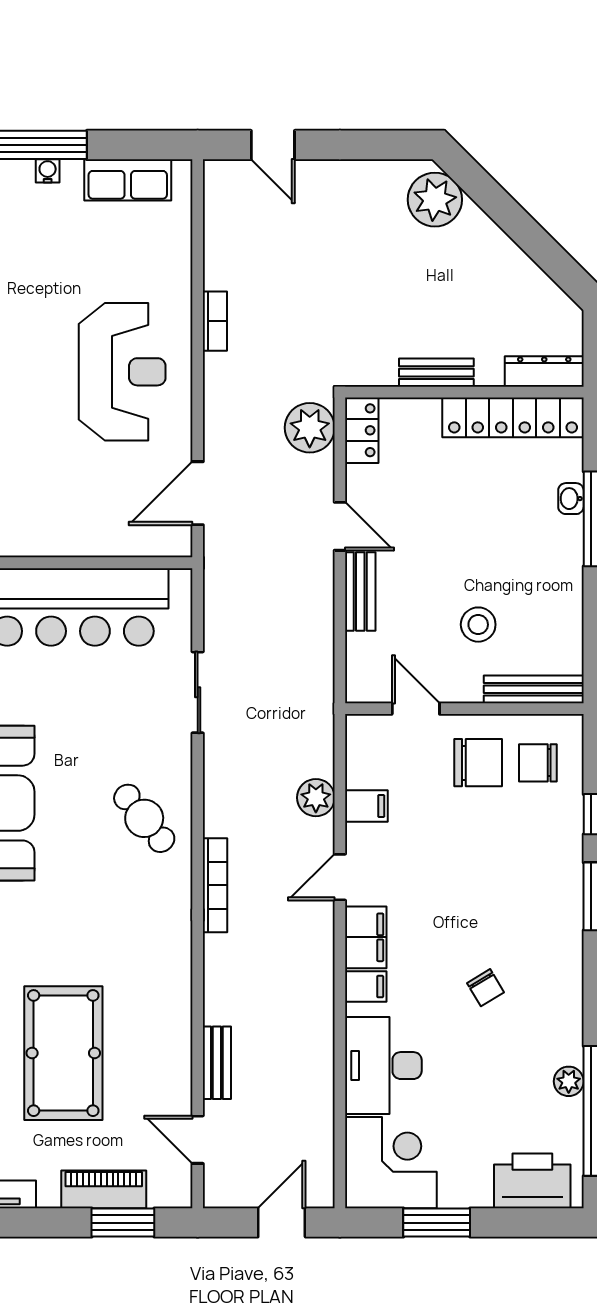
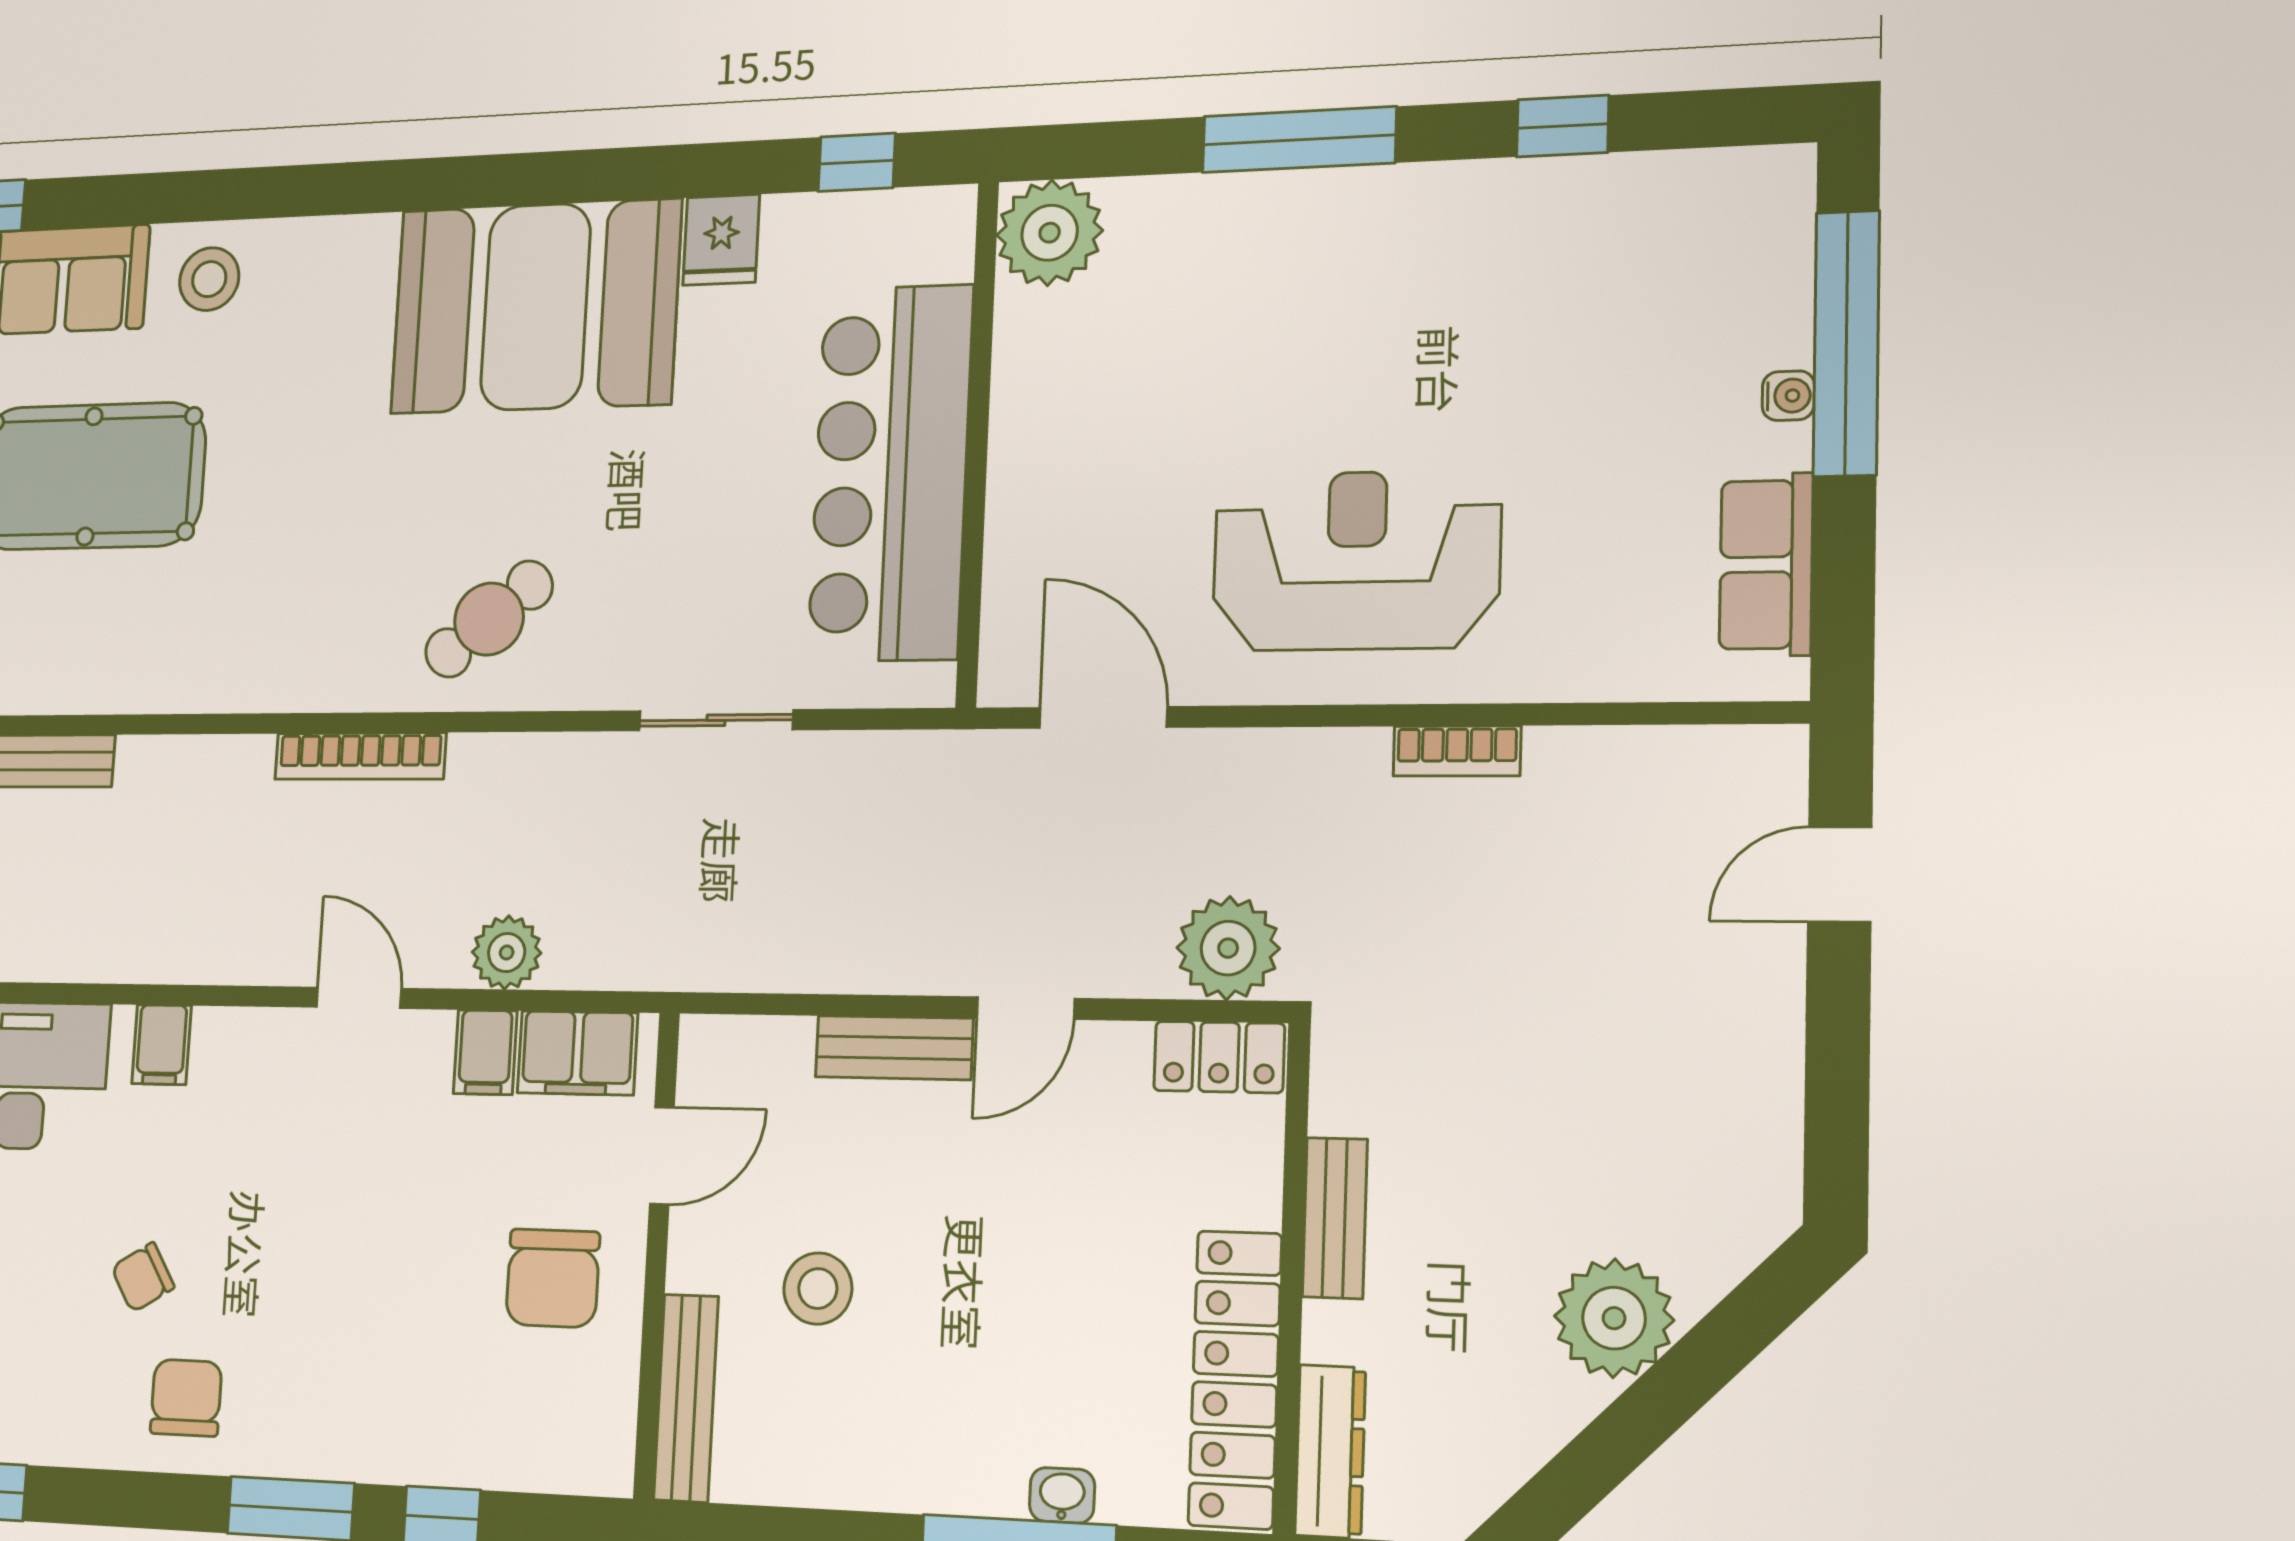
plant: (435, 200) -> (1614, 1318), moved
reception desk: (122, 372) -> (1356, 561), turned 180
chair: (538, 763) -> (186, 1398), moved
filing cabinet: (366, 937) -> (577, 1053), moved

